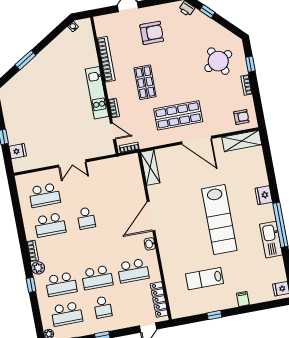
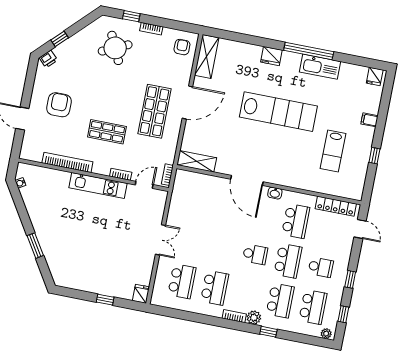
fridge: (18, 151) -> (141, 294), moved
school desk: (86, 218) -> (255, 254), moved

